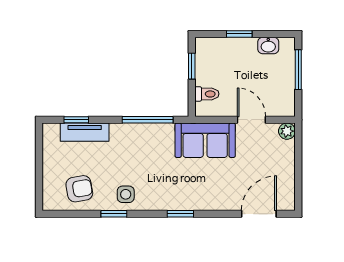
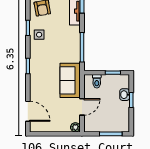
washbasin: (268, 45) -> (125, 95), moved

